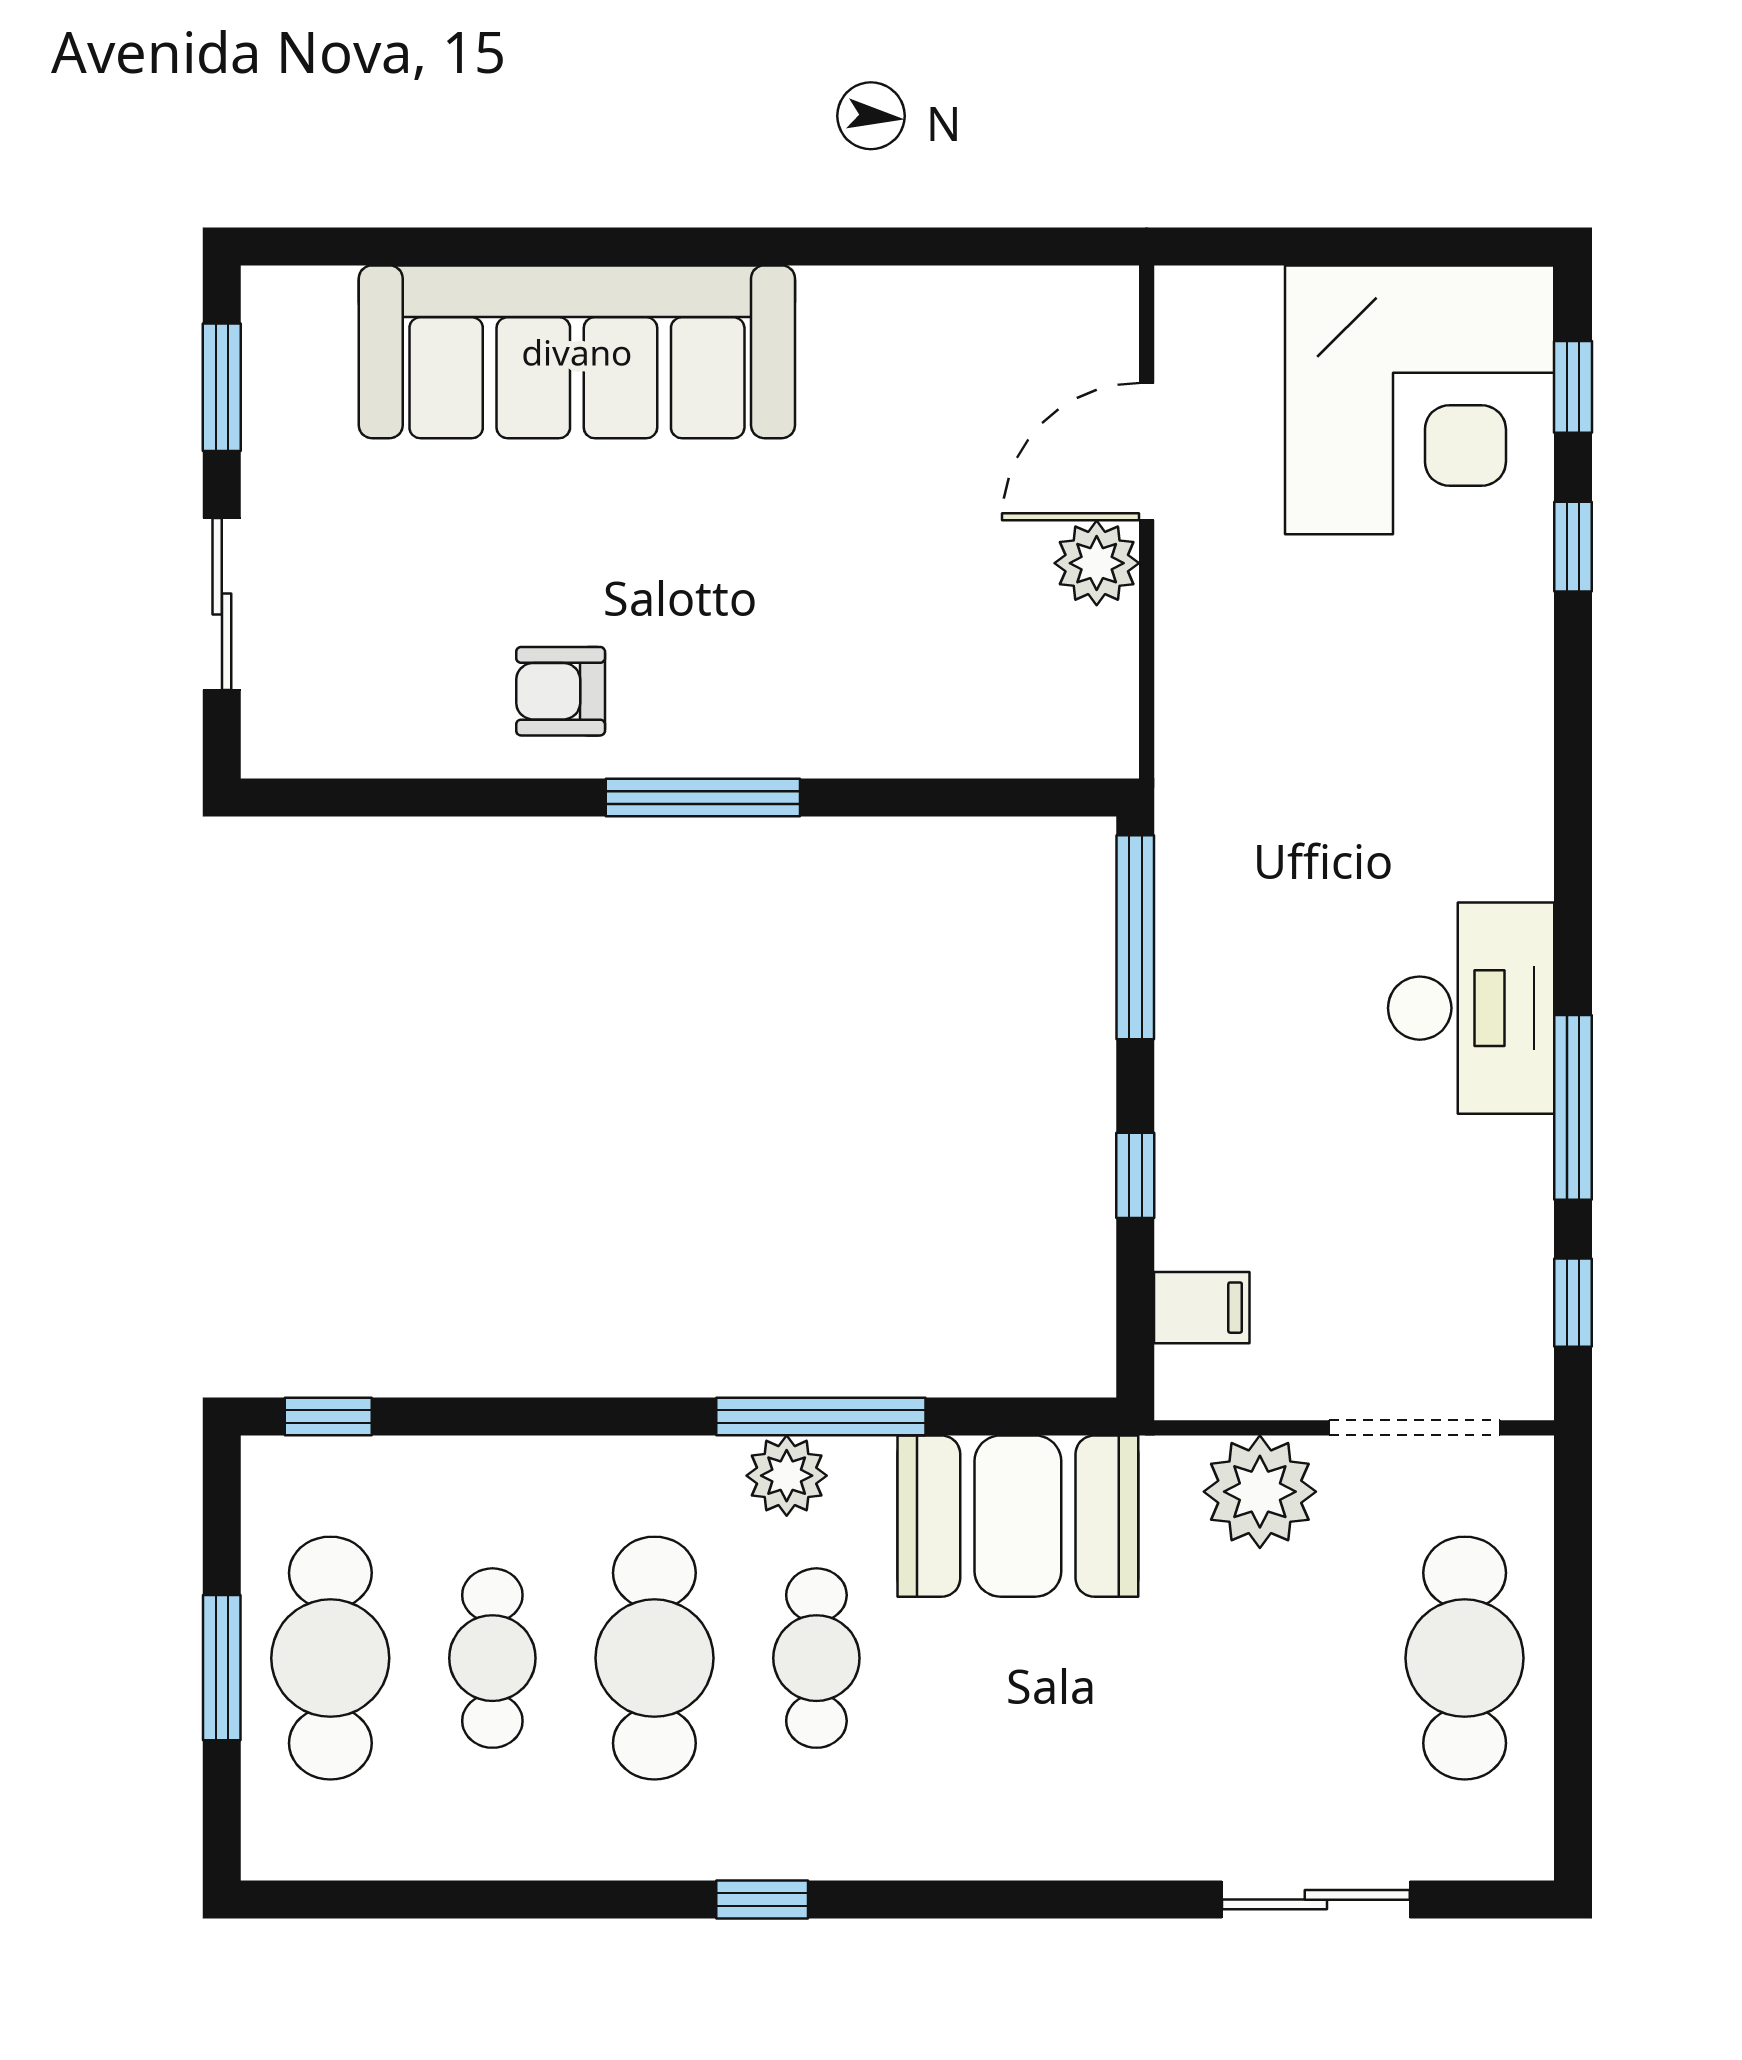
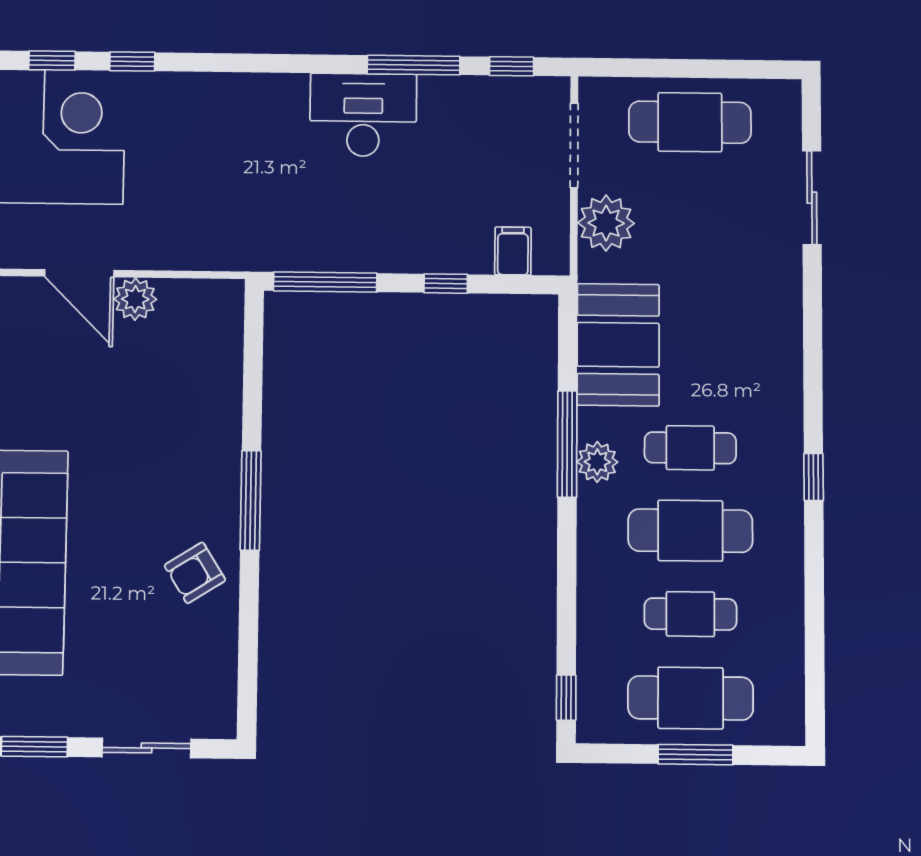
armchair: (561, 691) -> (195, 573), turned 58

